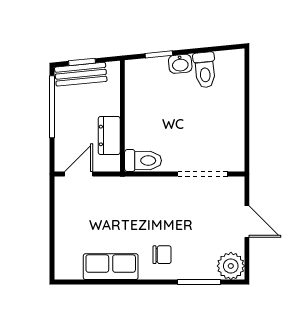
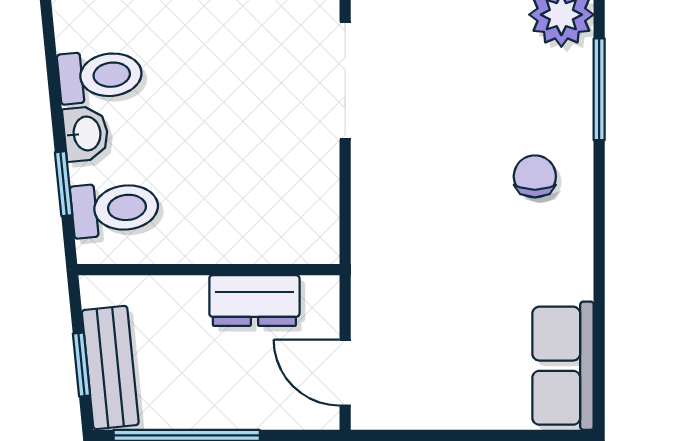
toilet: (143, 161) -> (115, 209), moved, turned 84
row of seats: (111, 267) -> (563, 366), moved

